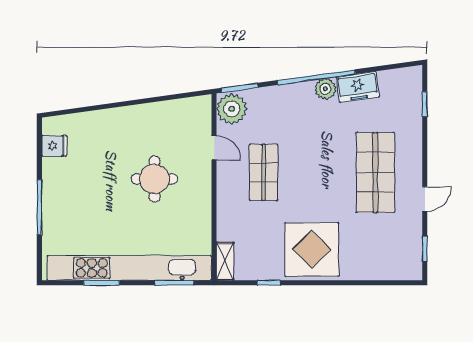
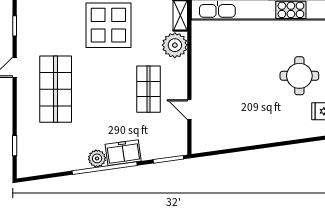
freezer: (358, 87) -> (123, 153), moved
plant: (232, 109) -> (175, 45), moved
round table: (155, 179) -> (299, 76), moved

